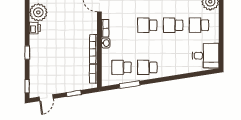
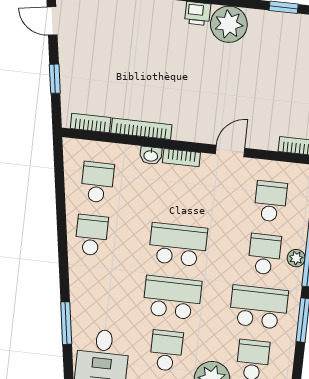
school desk: (147, 25) -> (178, 245), width x1.85
school desk: (173, 25) -> (172, 298), width x1.85
window: (130, 85) -> (66, 323), moved

